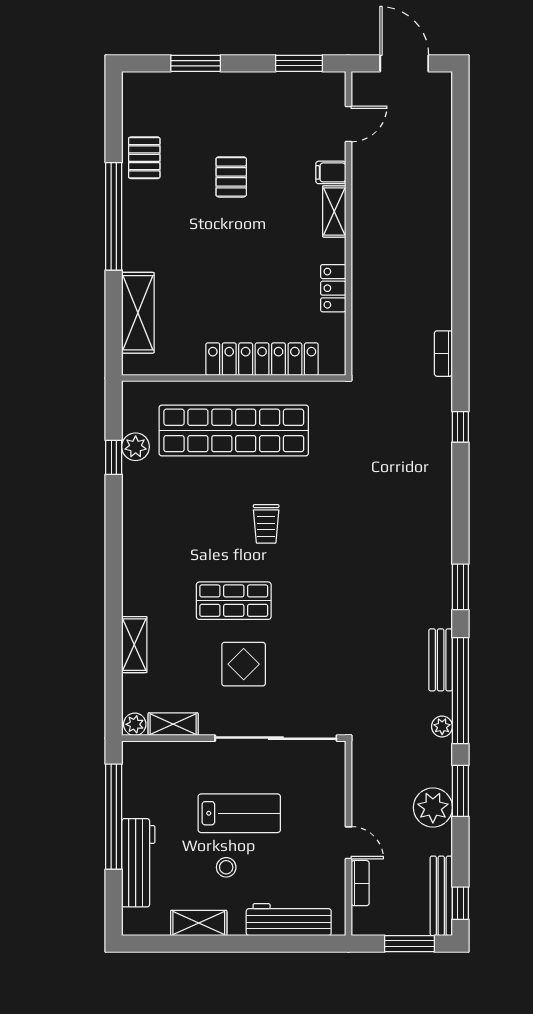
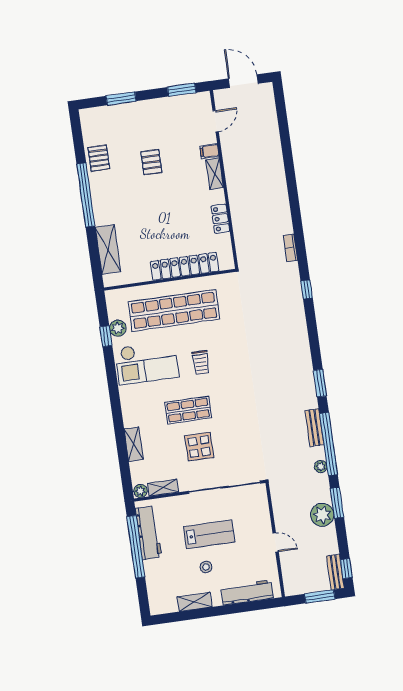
checkout: (176, 511) -> (147, 363), added
workbench: (138, 863) -> (149, 533), moved
bookcase: (360, 883) -> (286, 565), removed
bench: (441, 896) -> (335, 572), width x0.73

